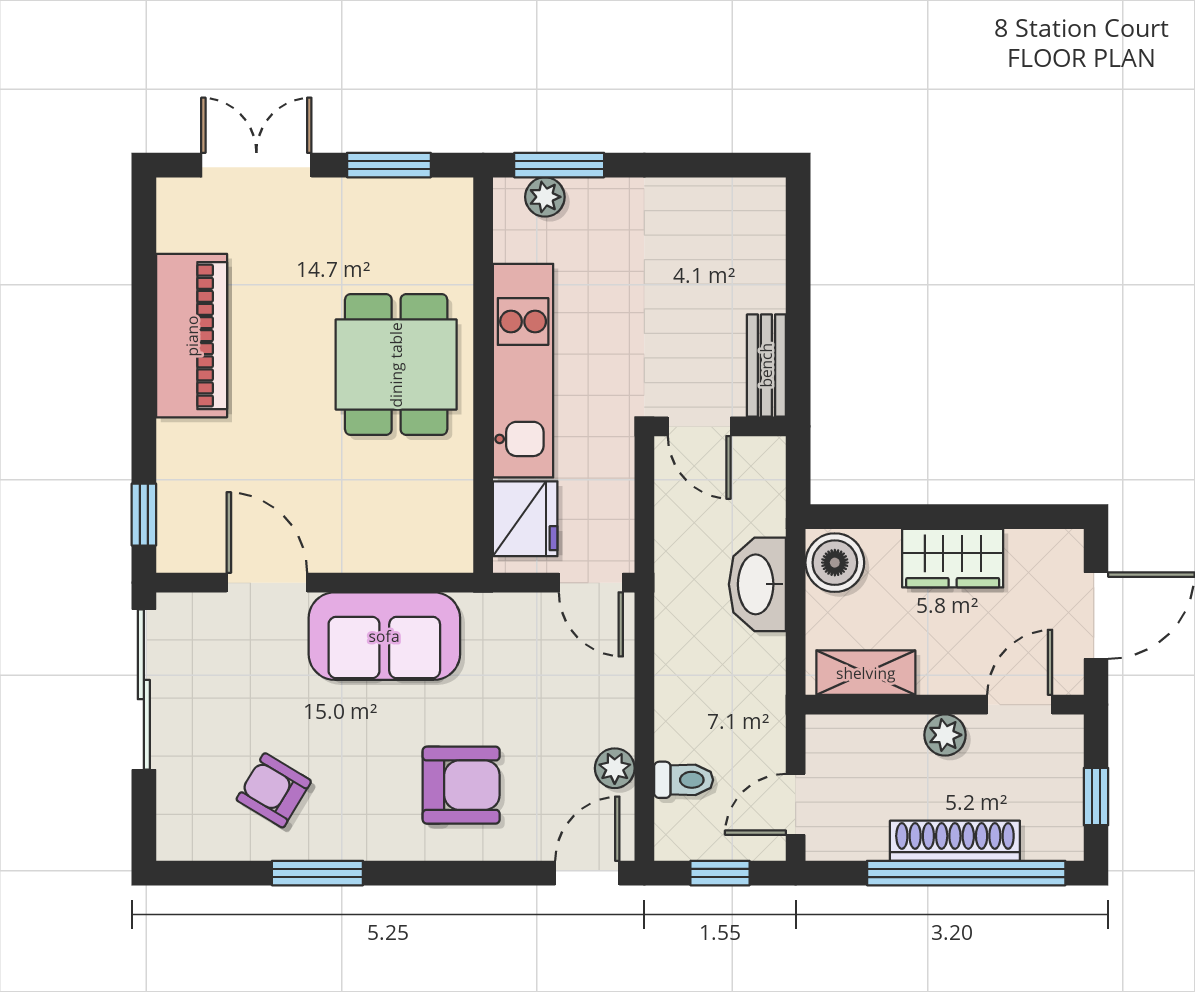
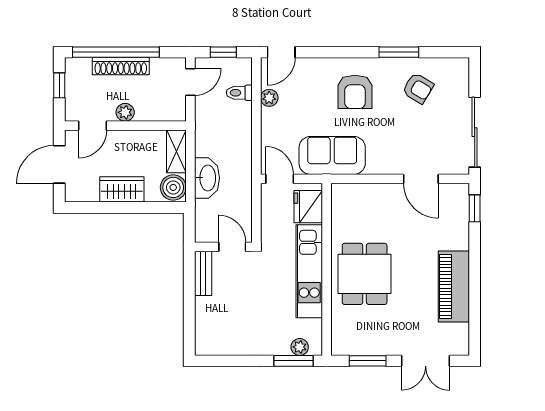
sofa: (384, 636) -> (332, 155), moved
shelving: (866, 673) -> (176, 151), moved, turned 90
armchair: (461, 785) -> (355, 92), moved, turned -90

